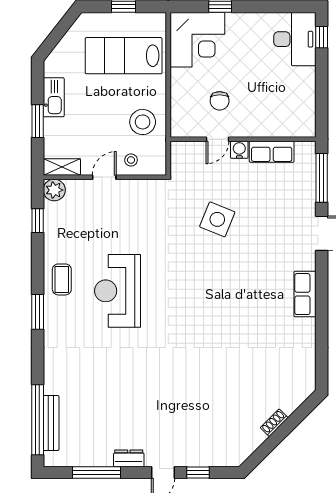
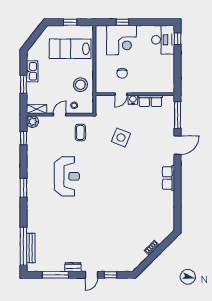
corner desk: (197, 40) -> (122, 40), moved
coffee table: (62, 279) -> (80, 133), moved
reception desk: (118, 291) -> (67, 176), turned 180

